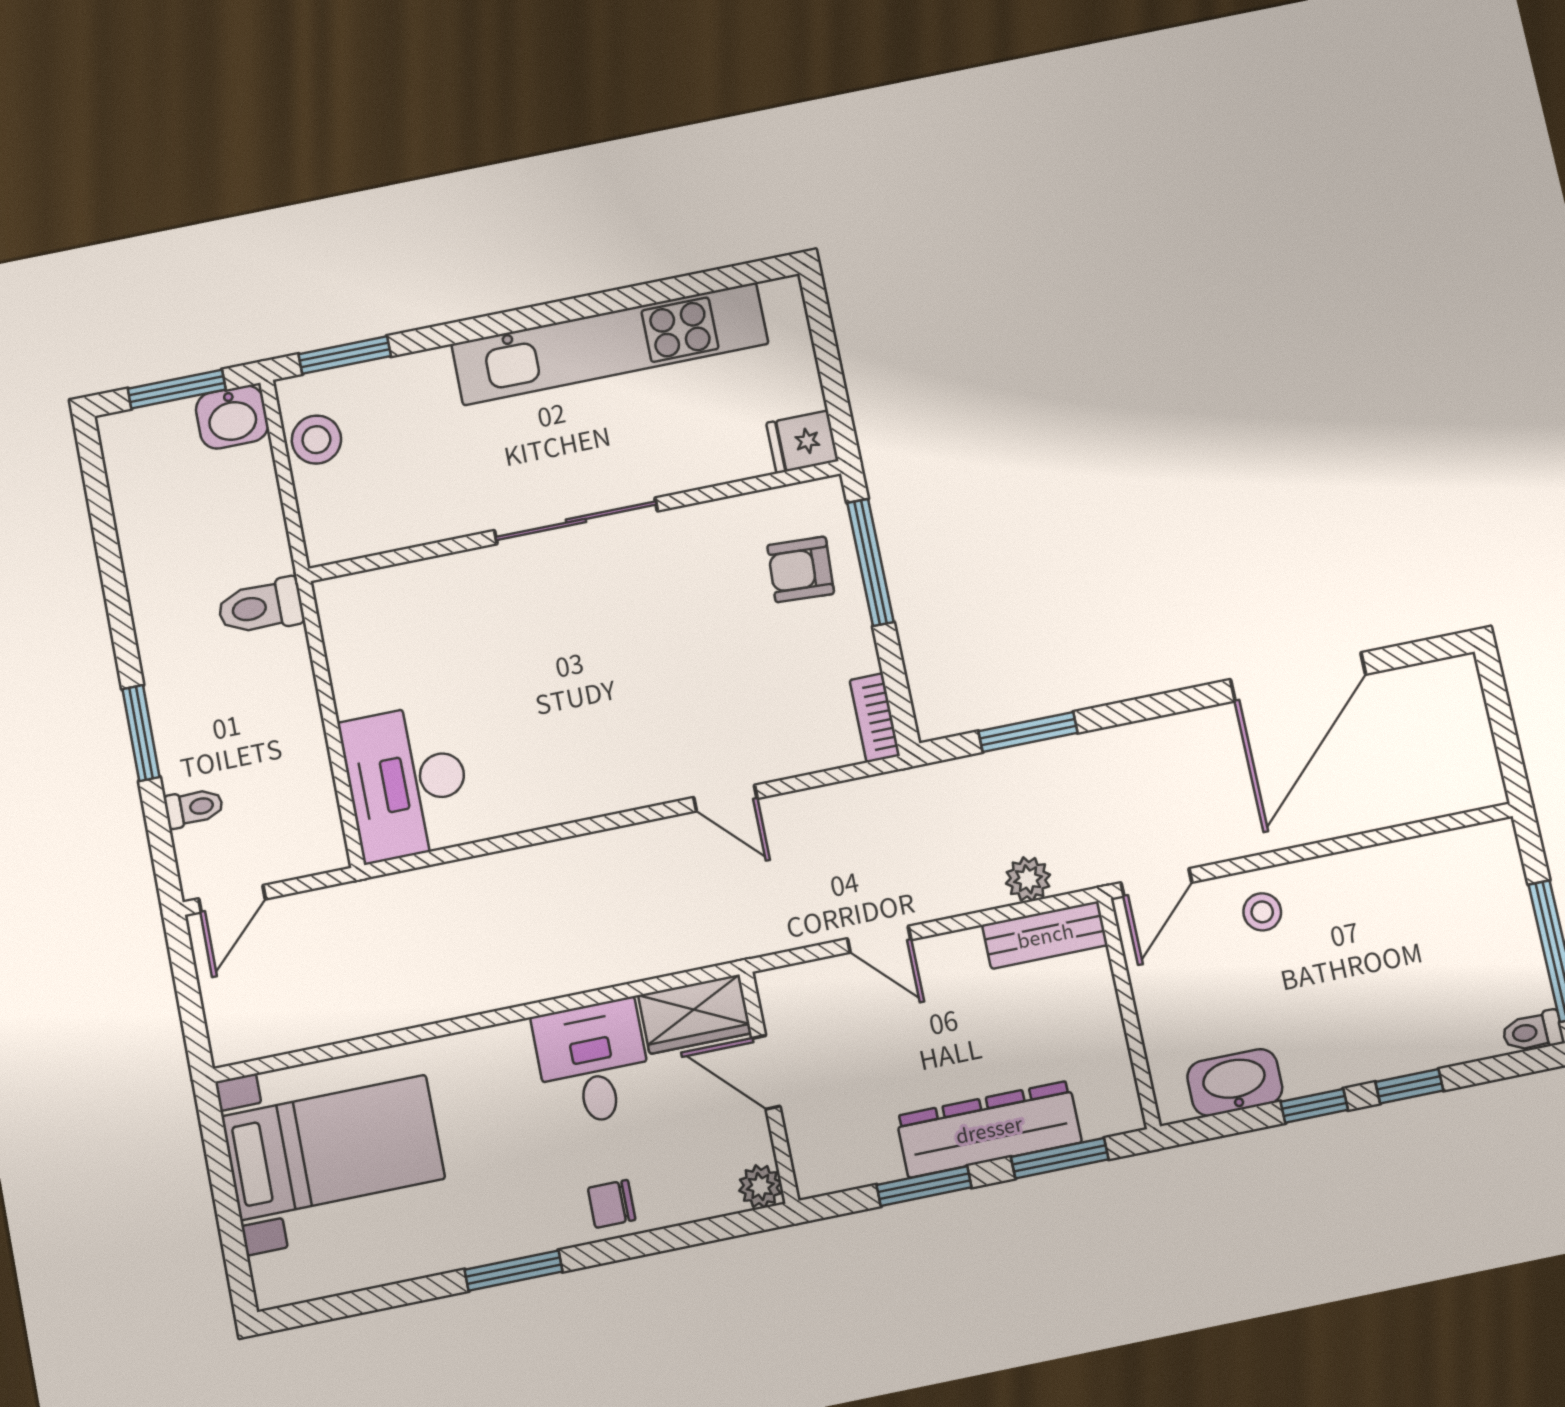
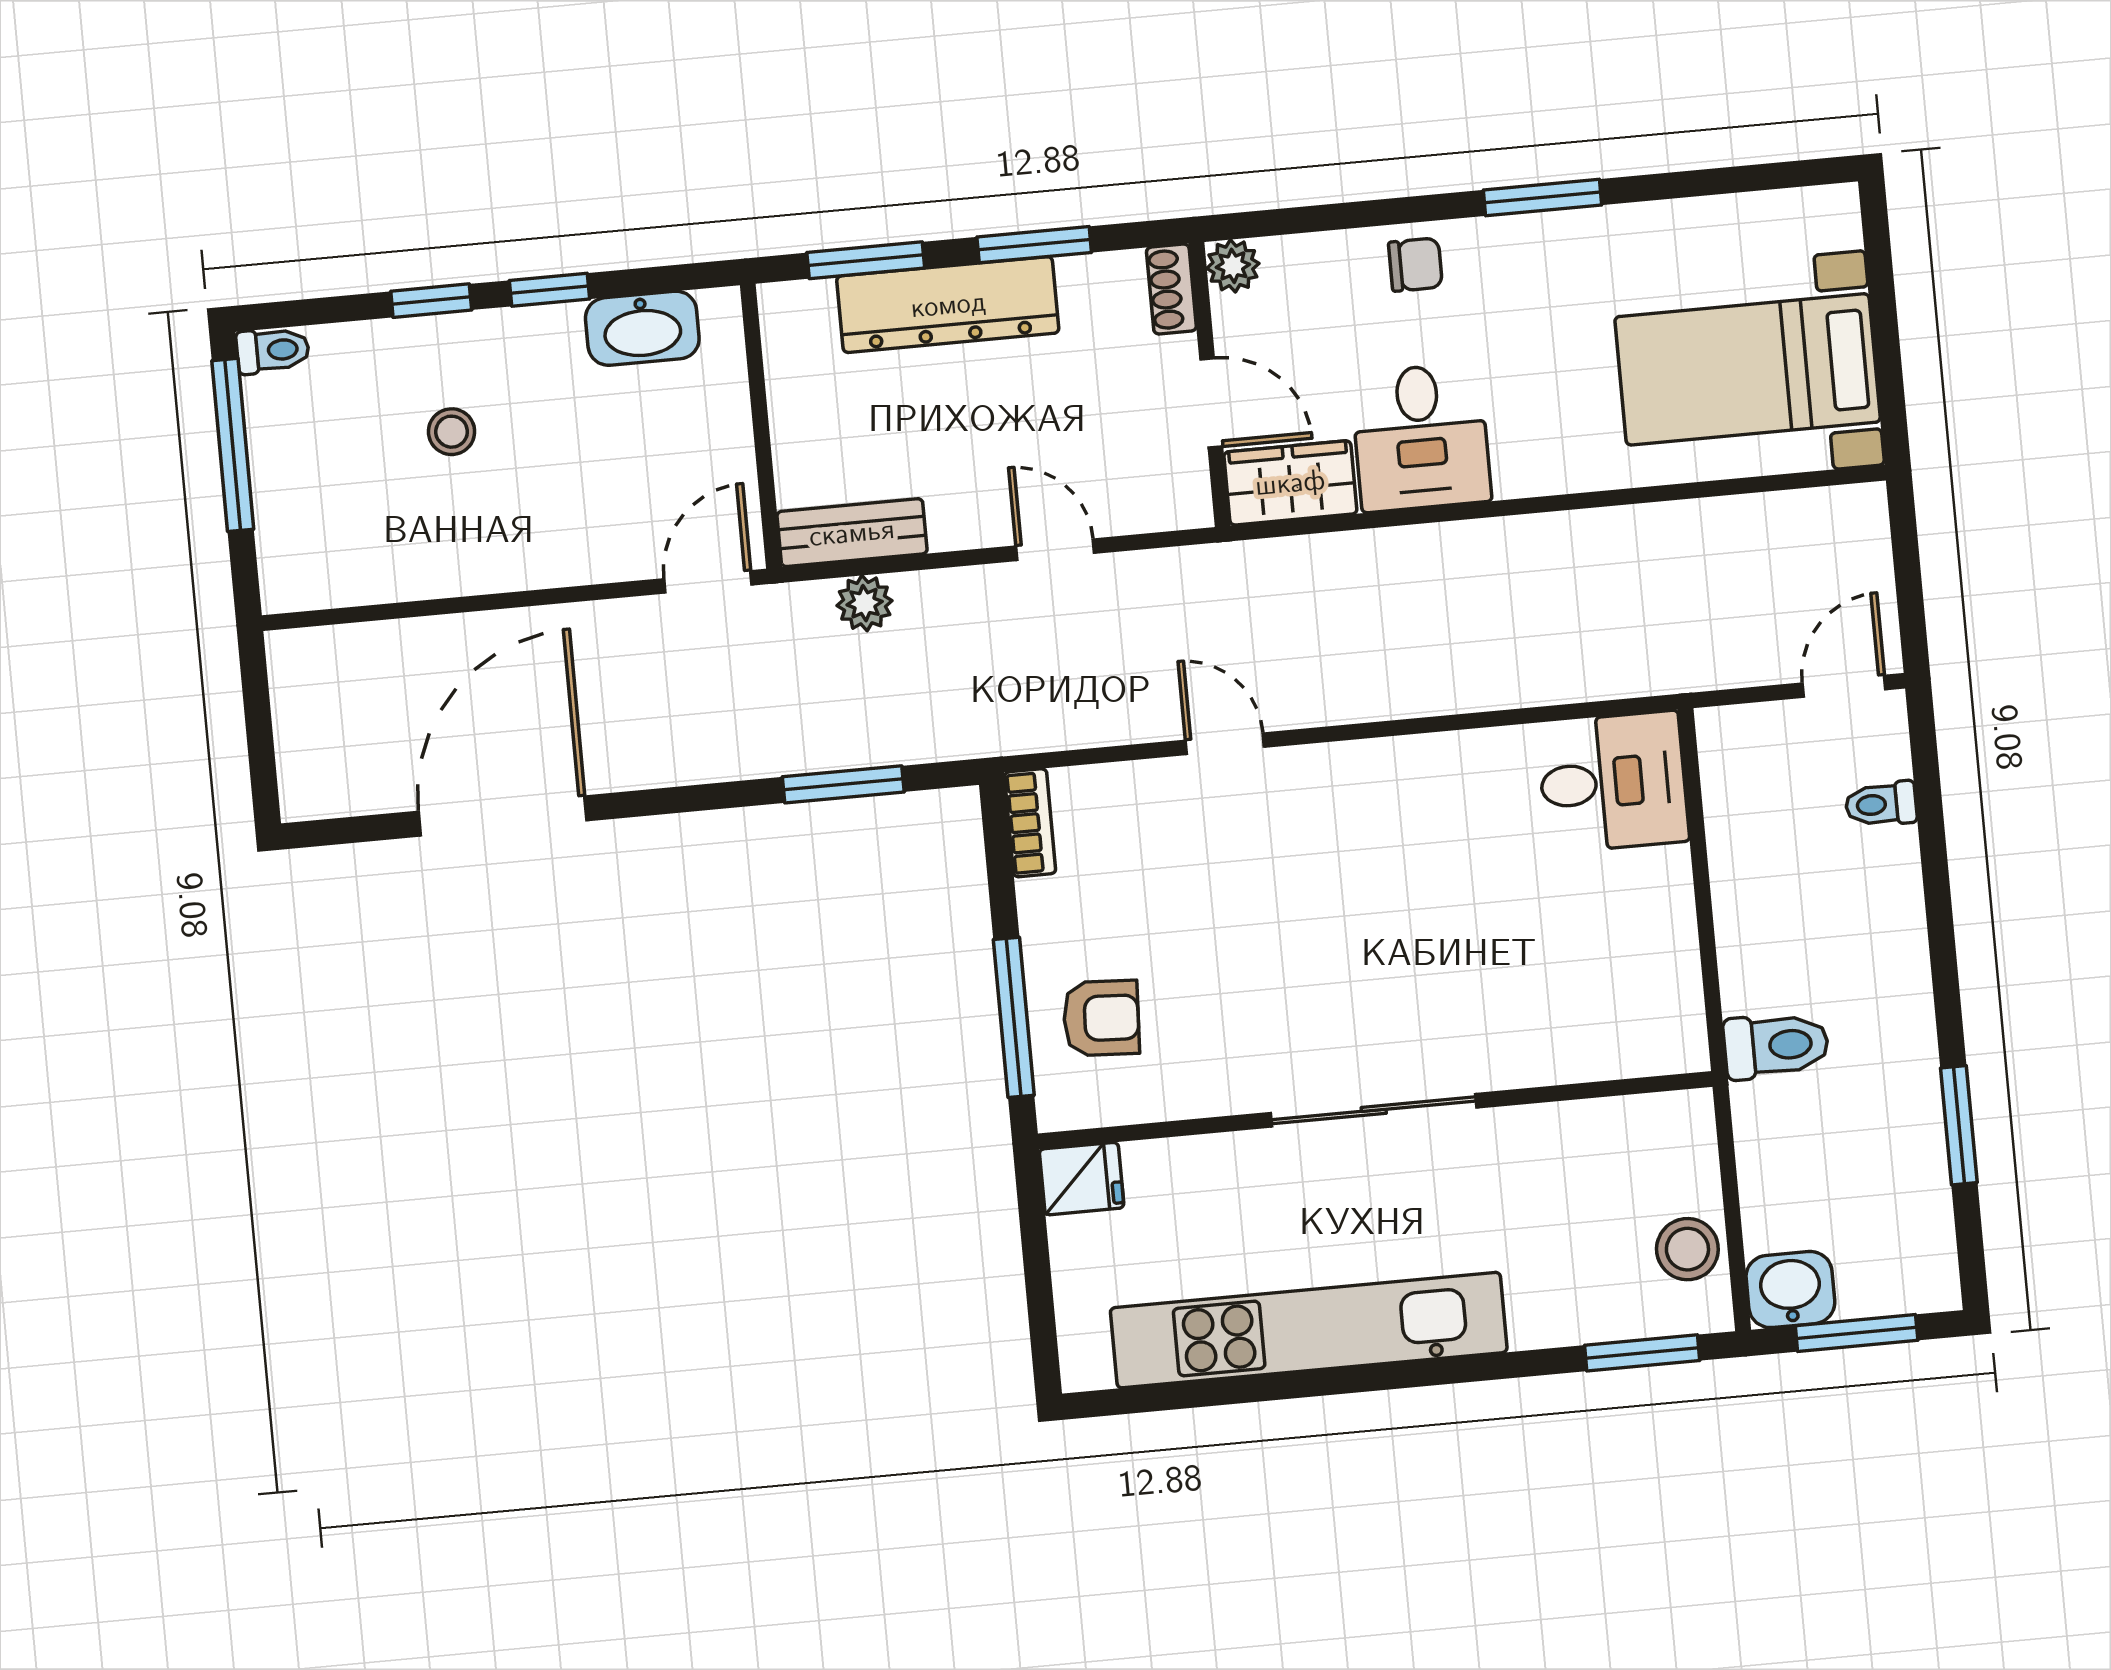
window: (141, 733) -> (1959, 1125), moved
desk: (407, 782) -> (1613, 782), width x0.73
stool: (1262, 912) -> (452, 432), moved
shoe rack: (808, 1162) -> (1171, 289), added

